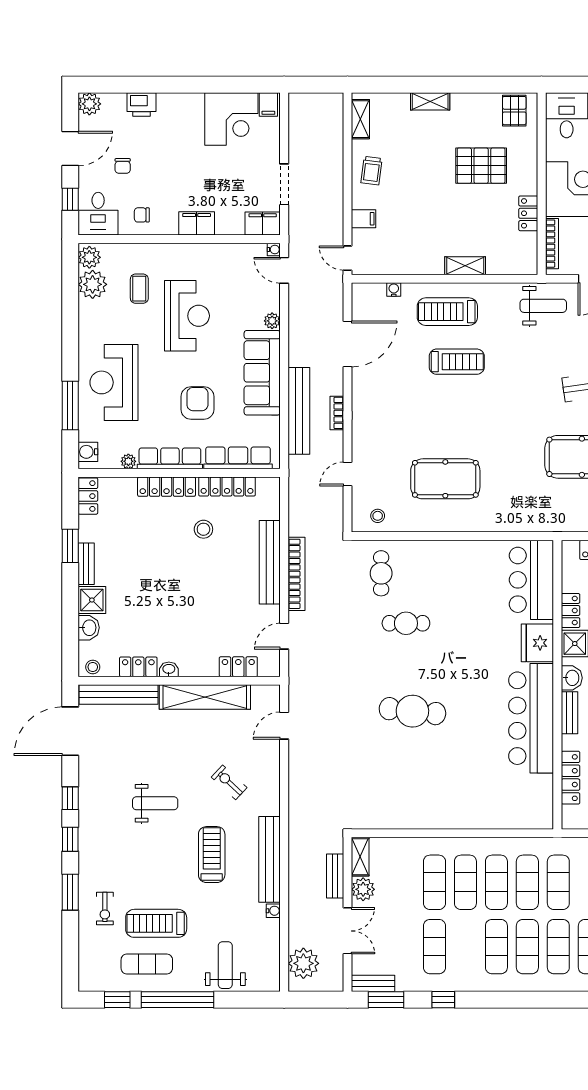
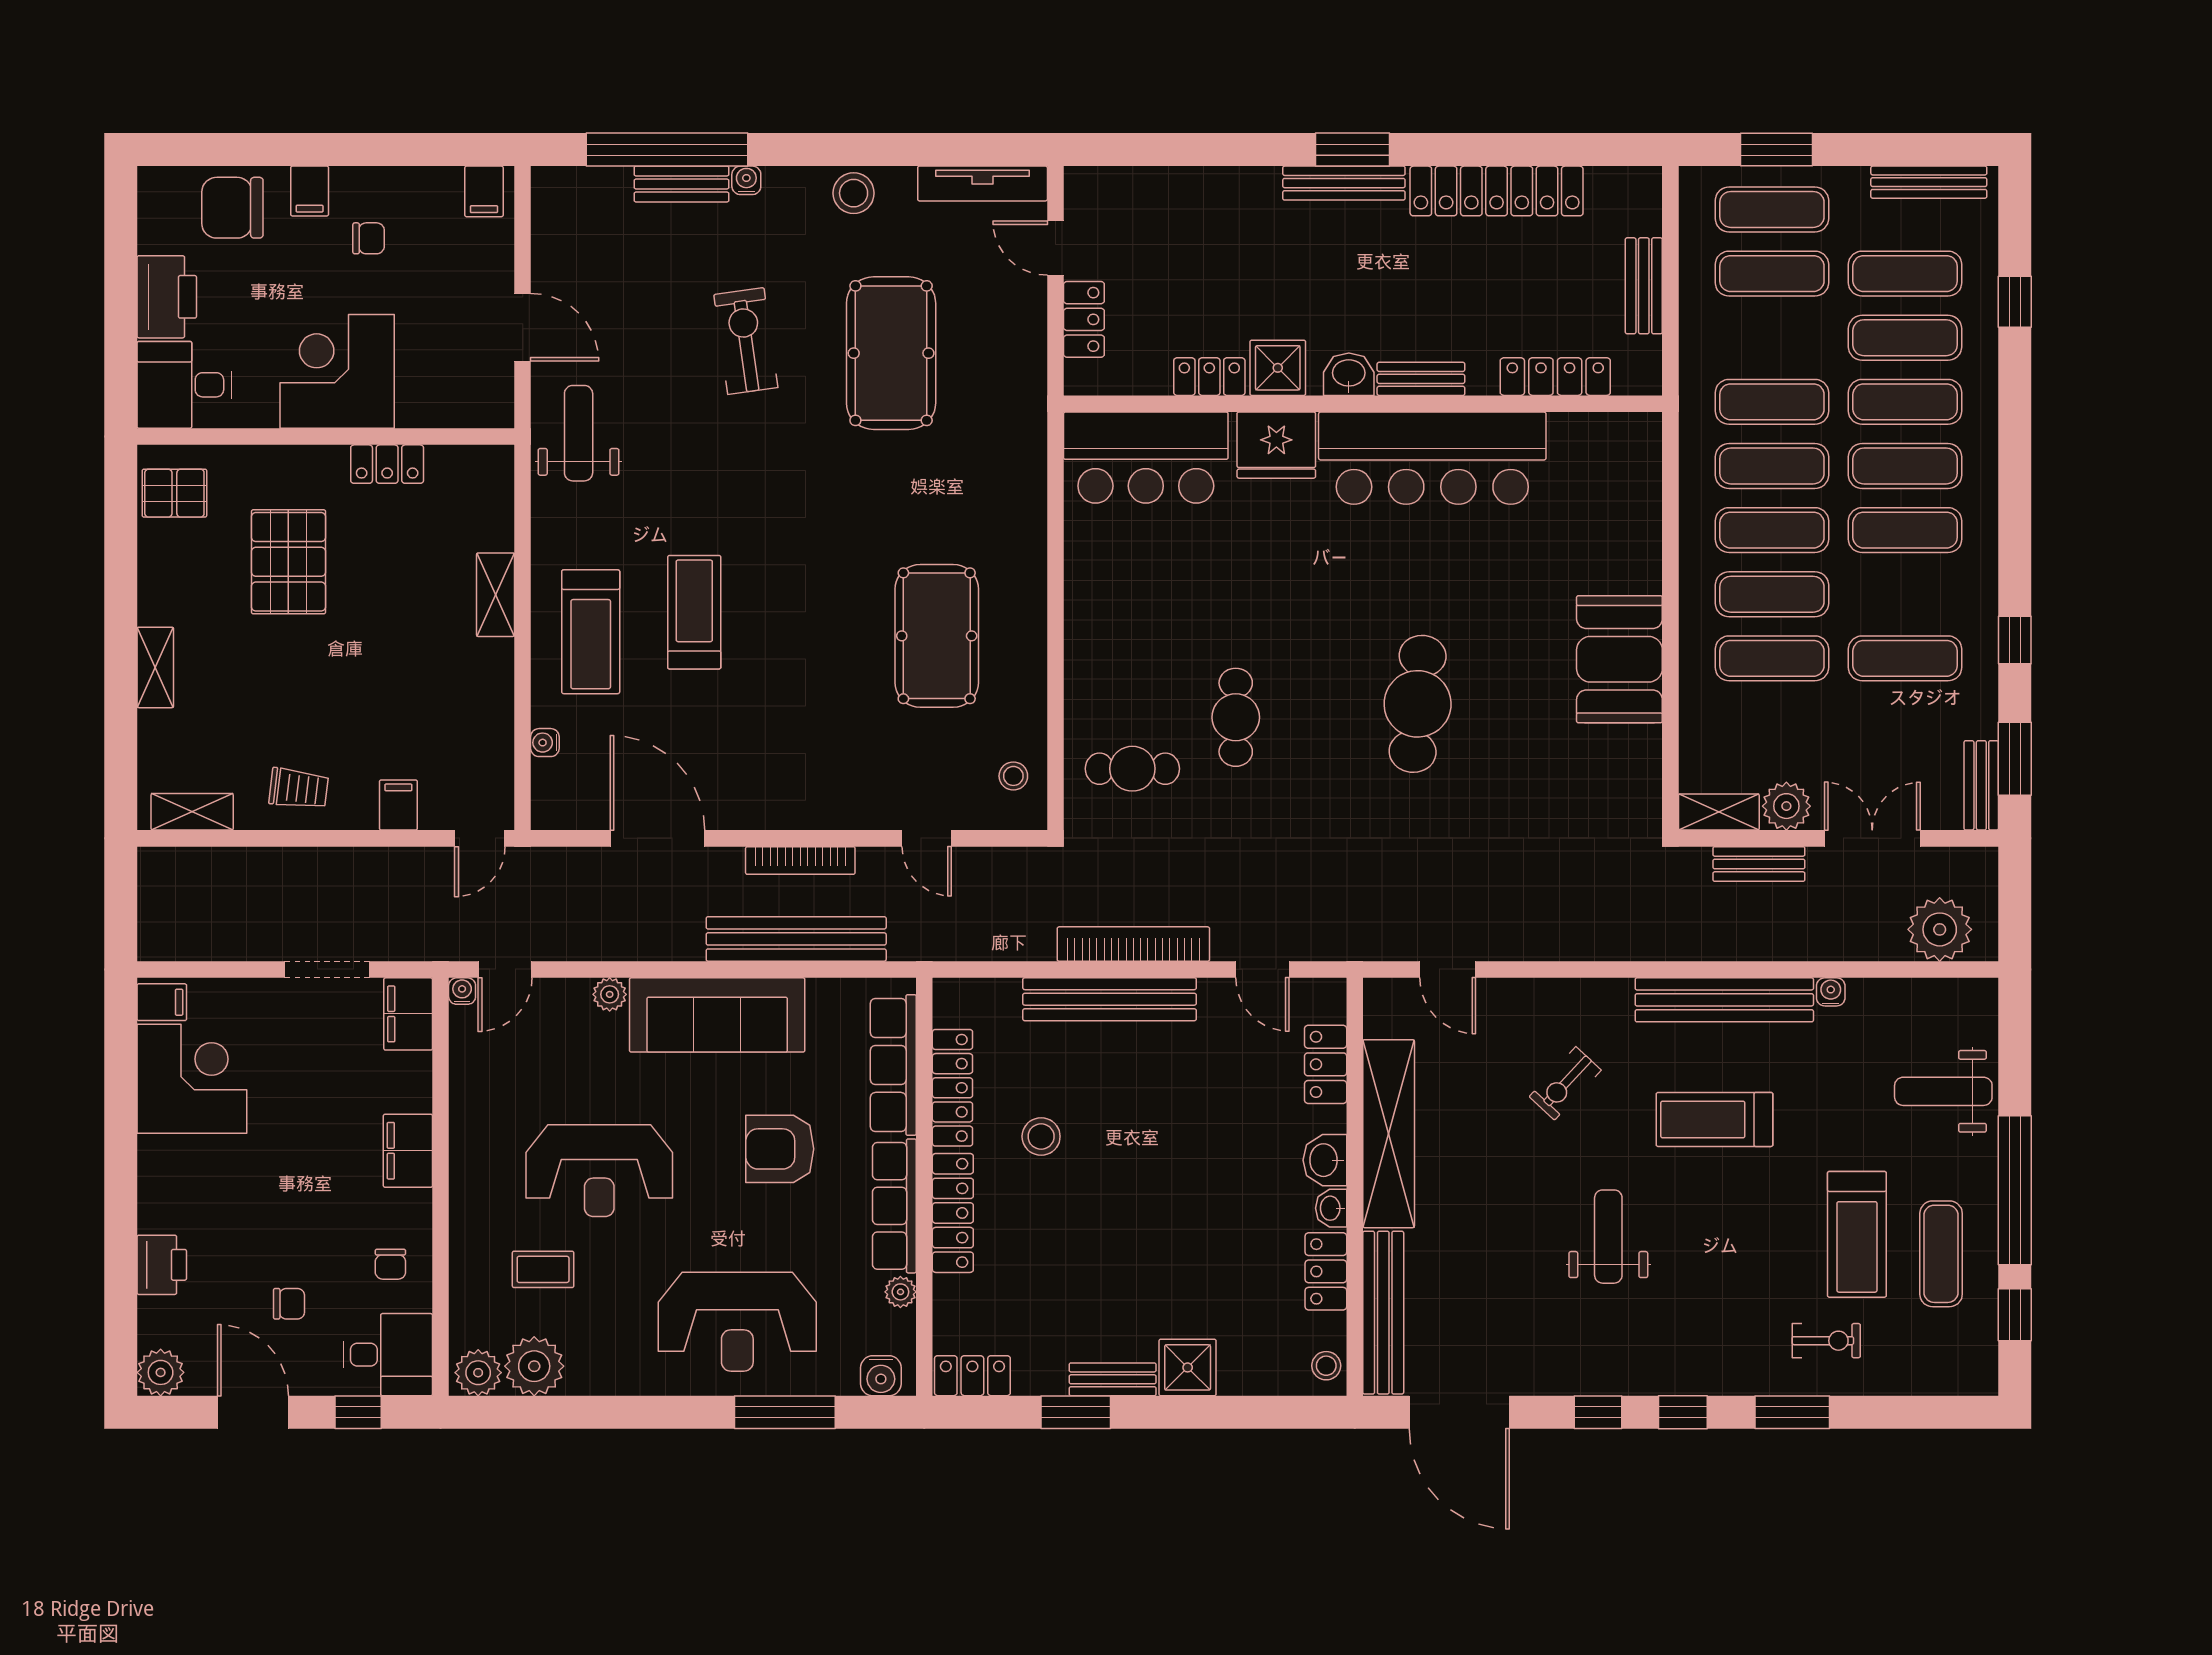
bookcase: (552, 244) -> (450, 415), removed
reception desk: (187, 316) -> (599, 1171), turned 180
bookcase: (337, 413) -> (800, 860), width x1.56
washbasin: (89, 628) -> (1325, 1160), moved, turned -90
booth: (434, 809) -> (1619, 659), added

